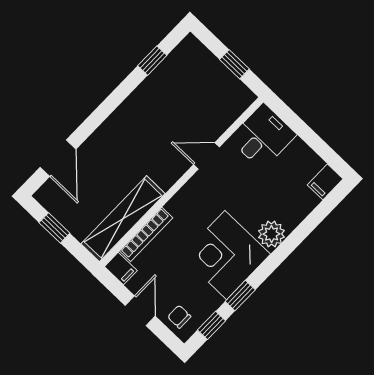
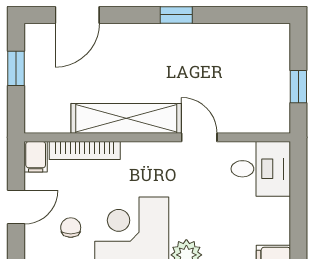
window: (152, 61) -> (176, 15), moved
shelving: (123, 219) -> (126, 118), moved
chair: (179, 317) -> (71, 228), moved

